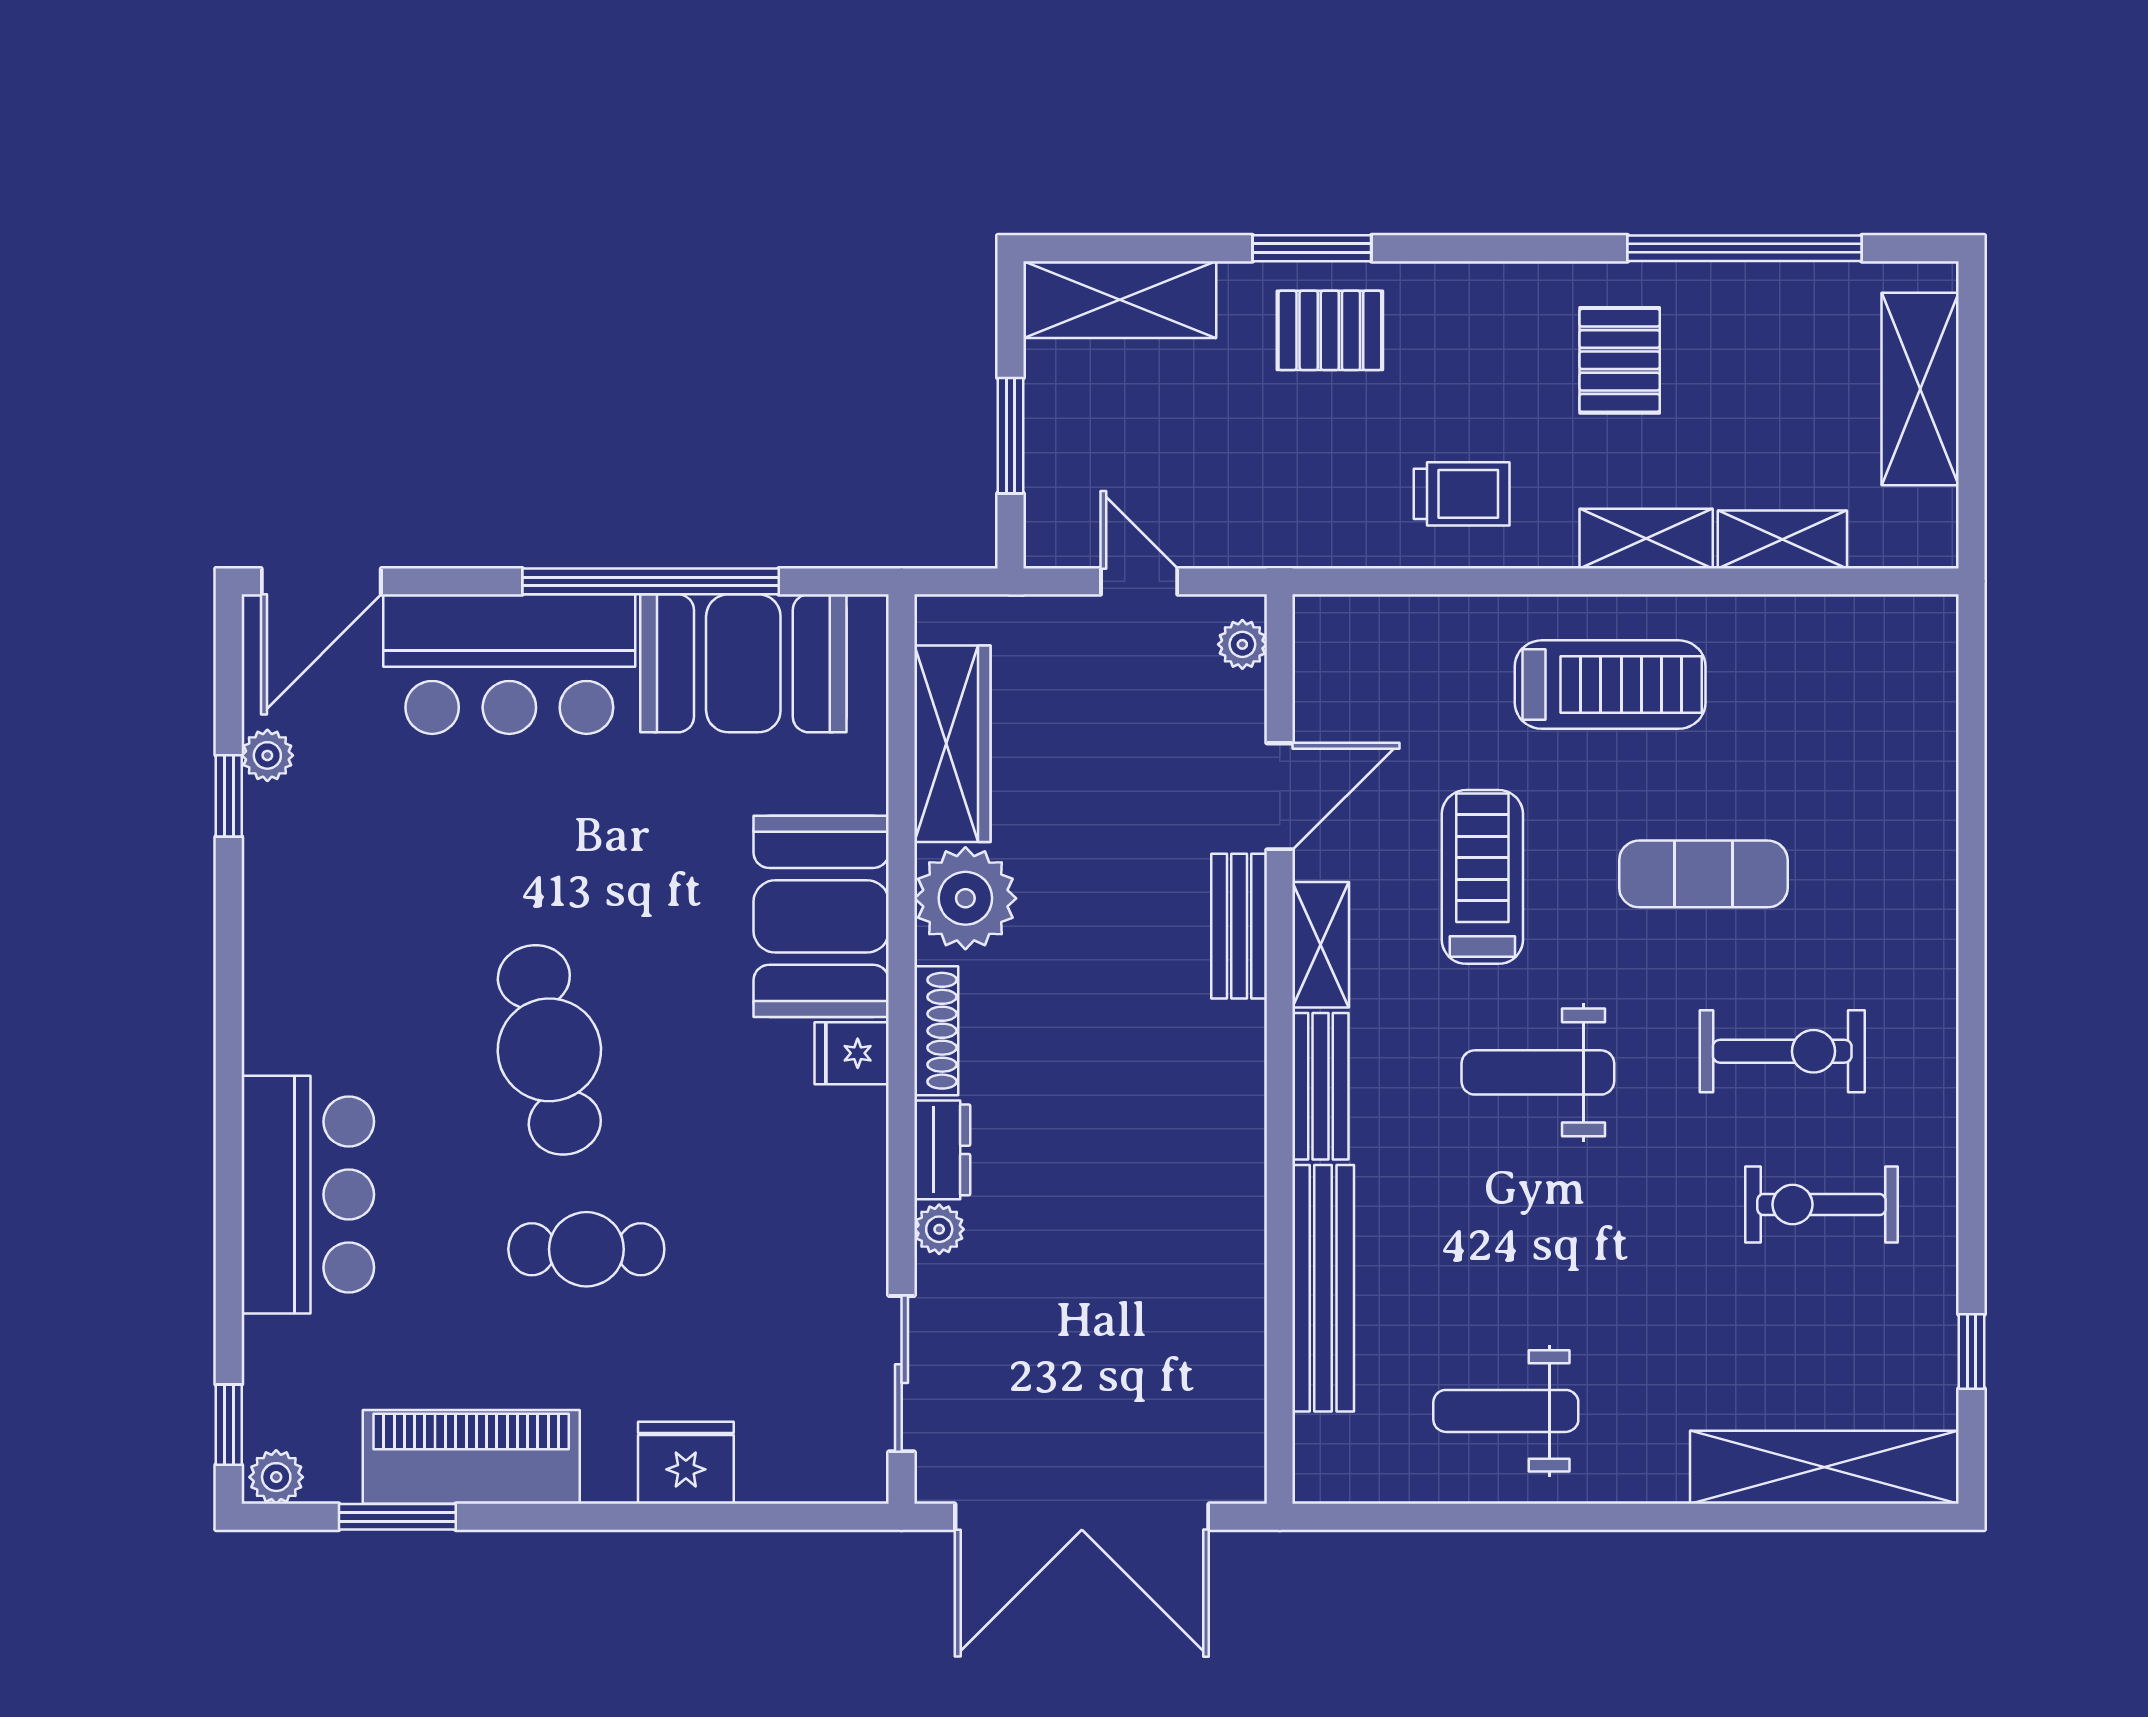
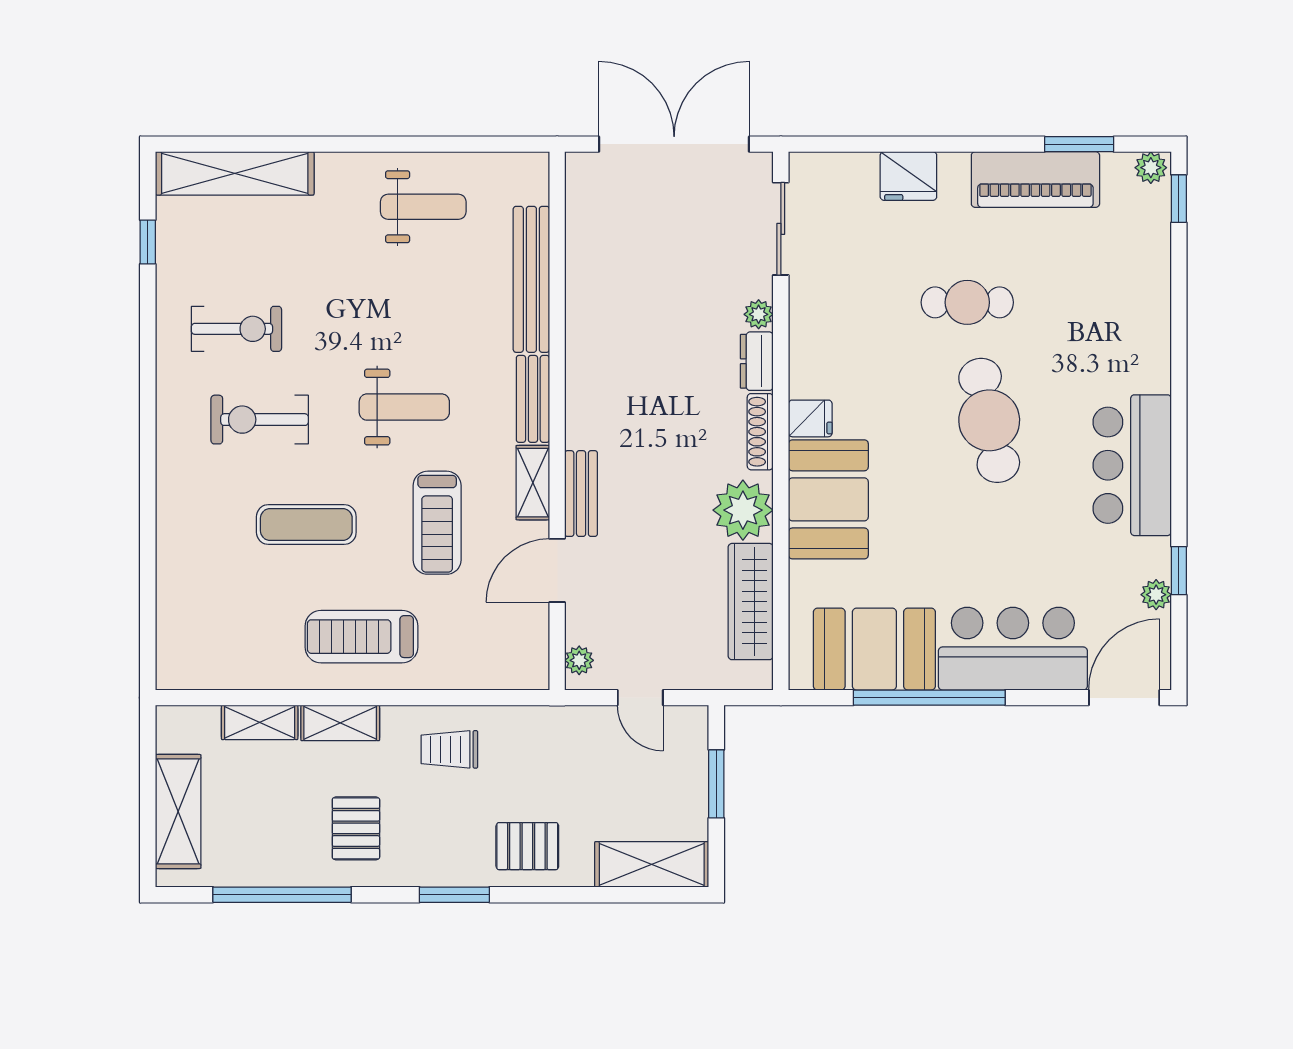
window: (1312, 248) -> (454, 895), moved
bar counter: (308, 1195) -> (1132, 465), moved

